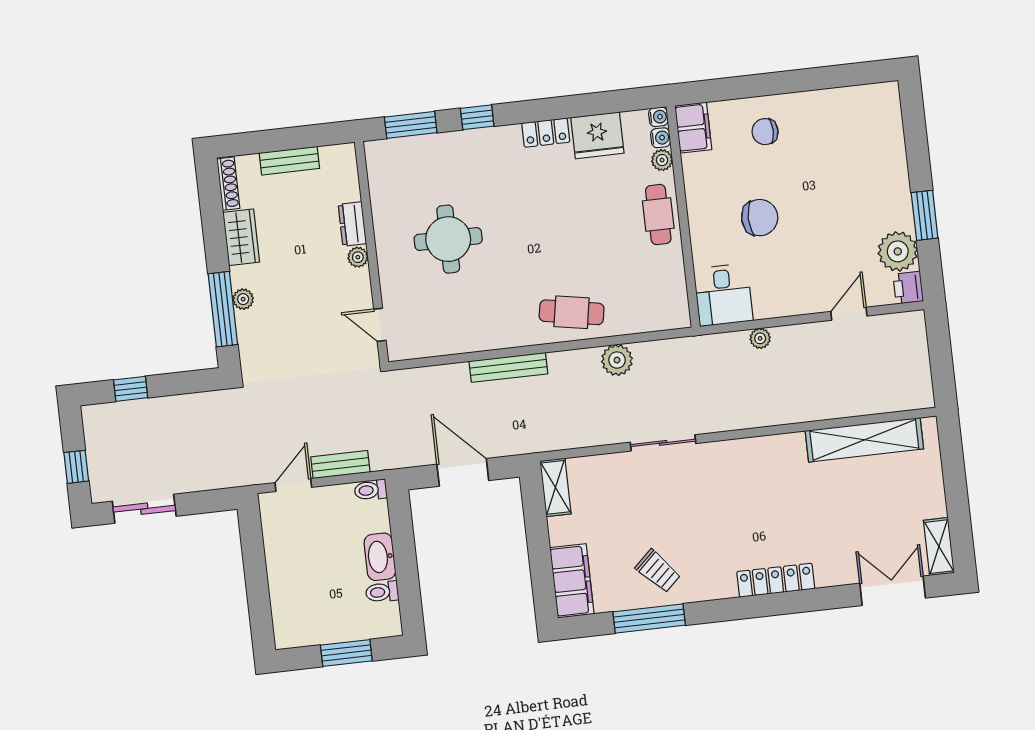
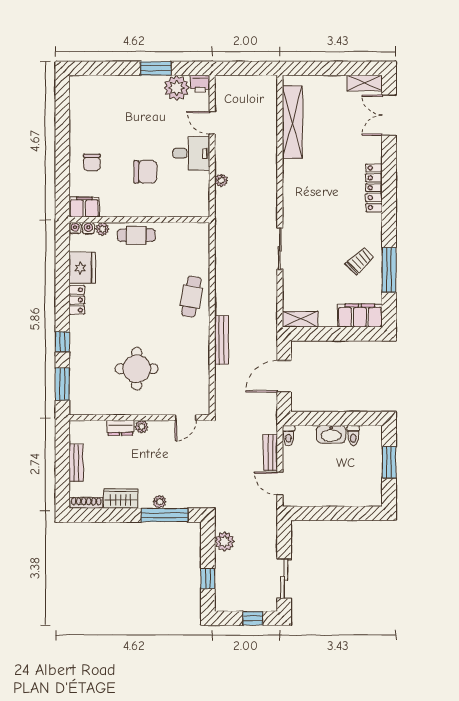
chair: (760, 218) -> (145, 172), turned 90
desk: (723, 295) -> (191, 153), moved
plant: (617, 360) -> (225, 541), moved

